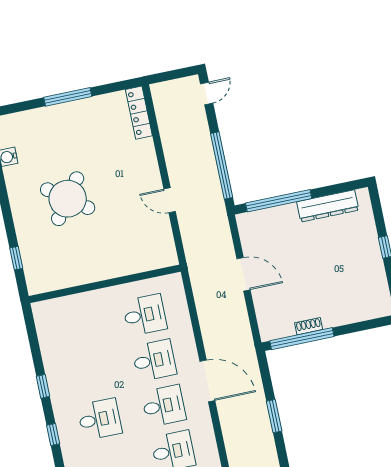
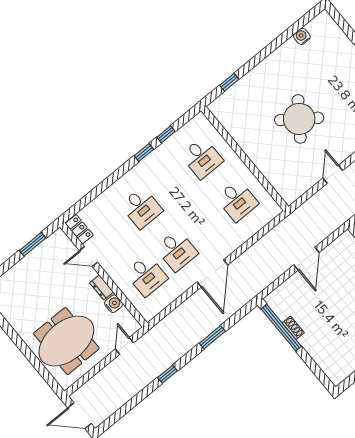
round table: (68, 199) -> (299, 119), moved
desk: (154, 360) -> (202, 158), moved
window: (53, 435) -> (166, 134), moved

